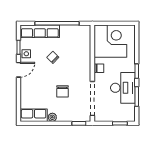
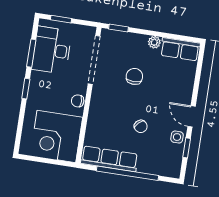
row of seats: (40, 31) -> (109, 159), moved
door: (18, 70) -> (192, 116), hinge flipped
desk: (123, 88) -> (52, 50), moved

